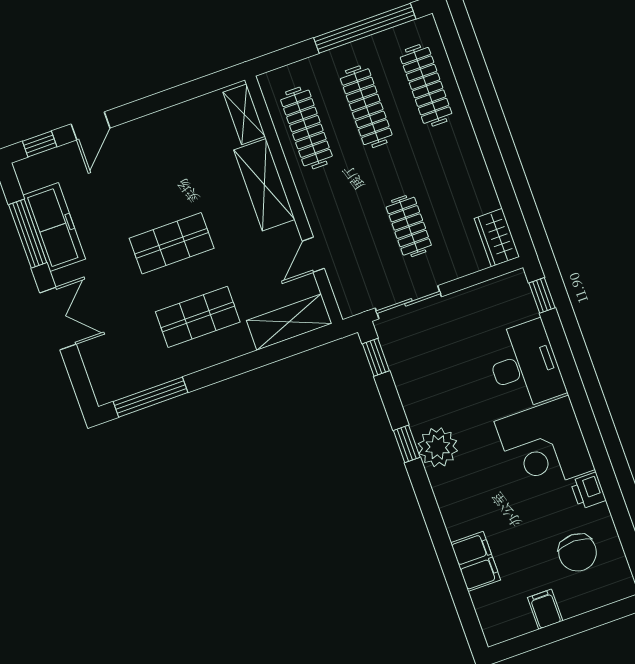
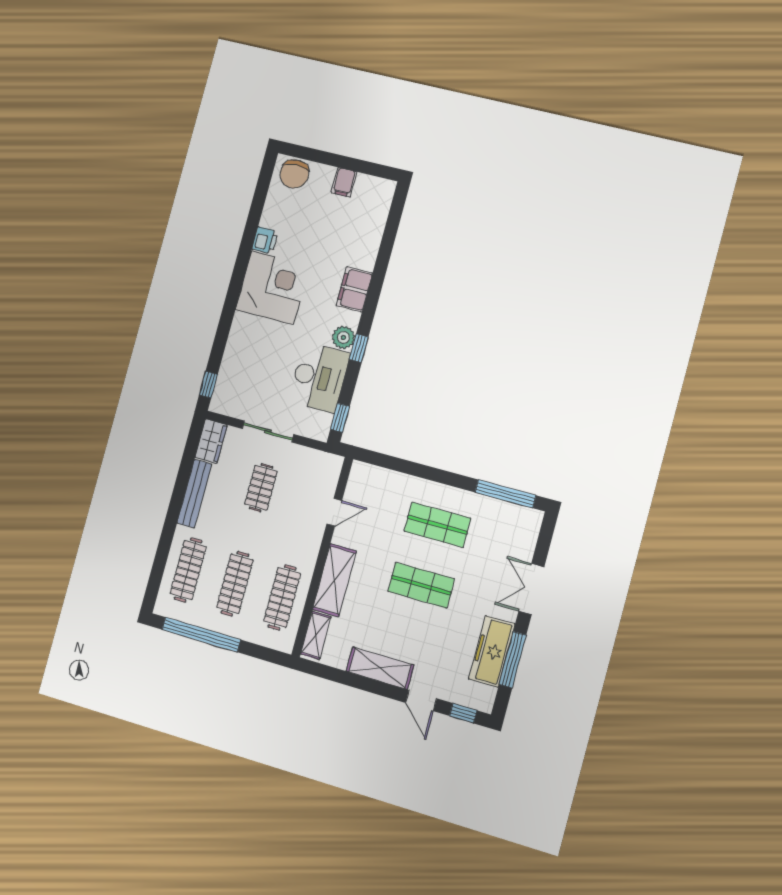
door: (90, 126) -> (421, 701), swing flipped
bench: (476, 170) -> (194, 494), added
sliding door: (408, 302) -> (268, 432), moved
shelving: (289, 322) -> (380, 668), moved
desk: (525, 365) -> (319, 377), moved, turned 180
plant: (438, 447) -> (343, 337), width x0.73, depth x0.73
chair: (578, 552) -> (294, 174), moved, turned 180
filing cabinet: (476, 561) -> (354, 289), moved

